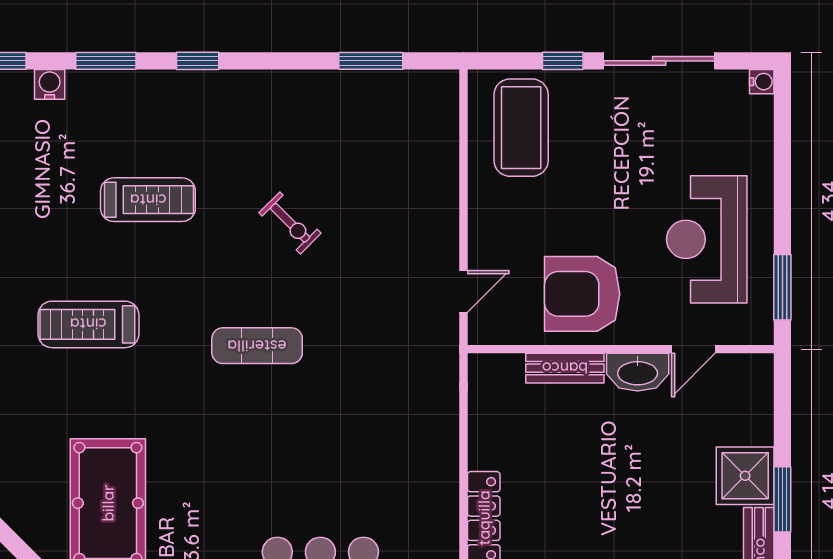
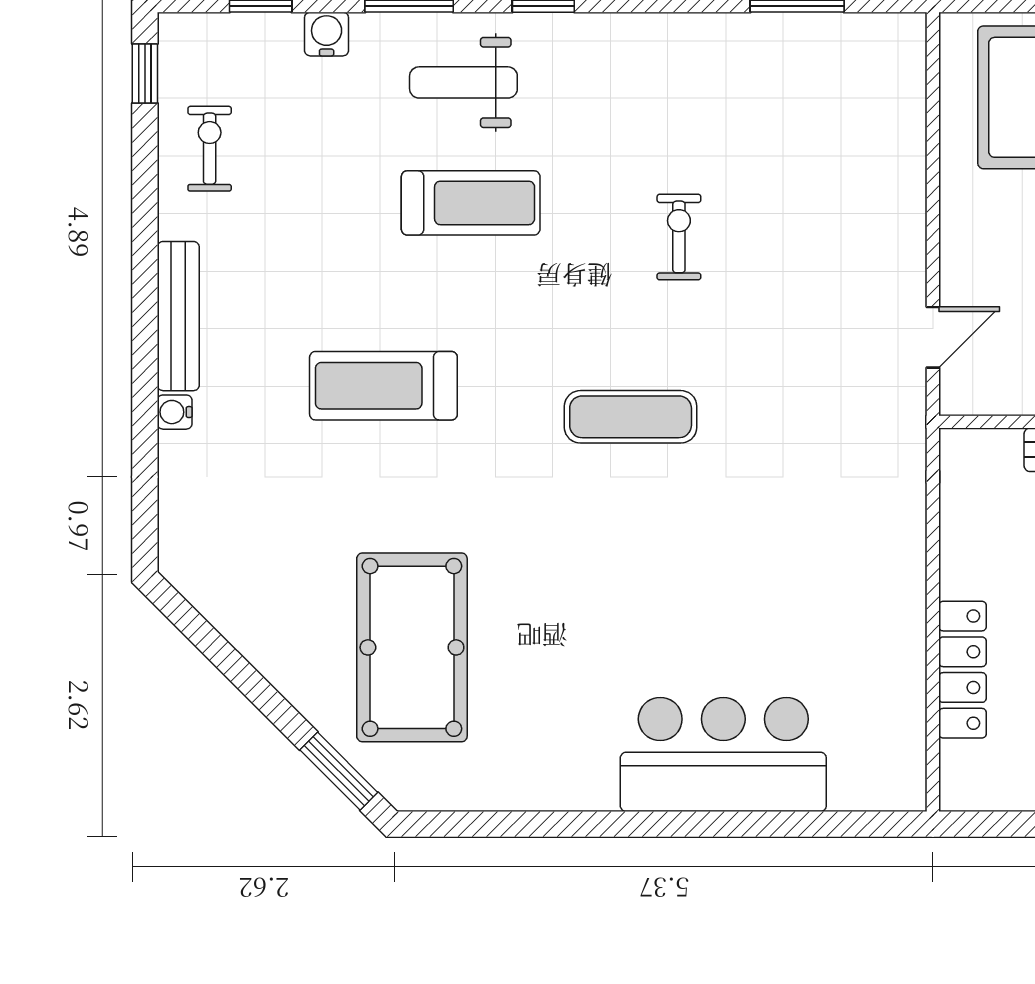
weight bench: (143, 117) -> (463, 82), added
exercise bike: (290, 223) -> (679, 237), turned -135

